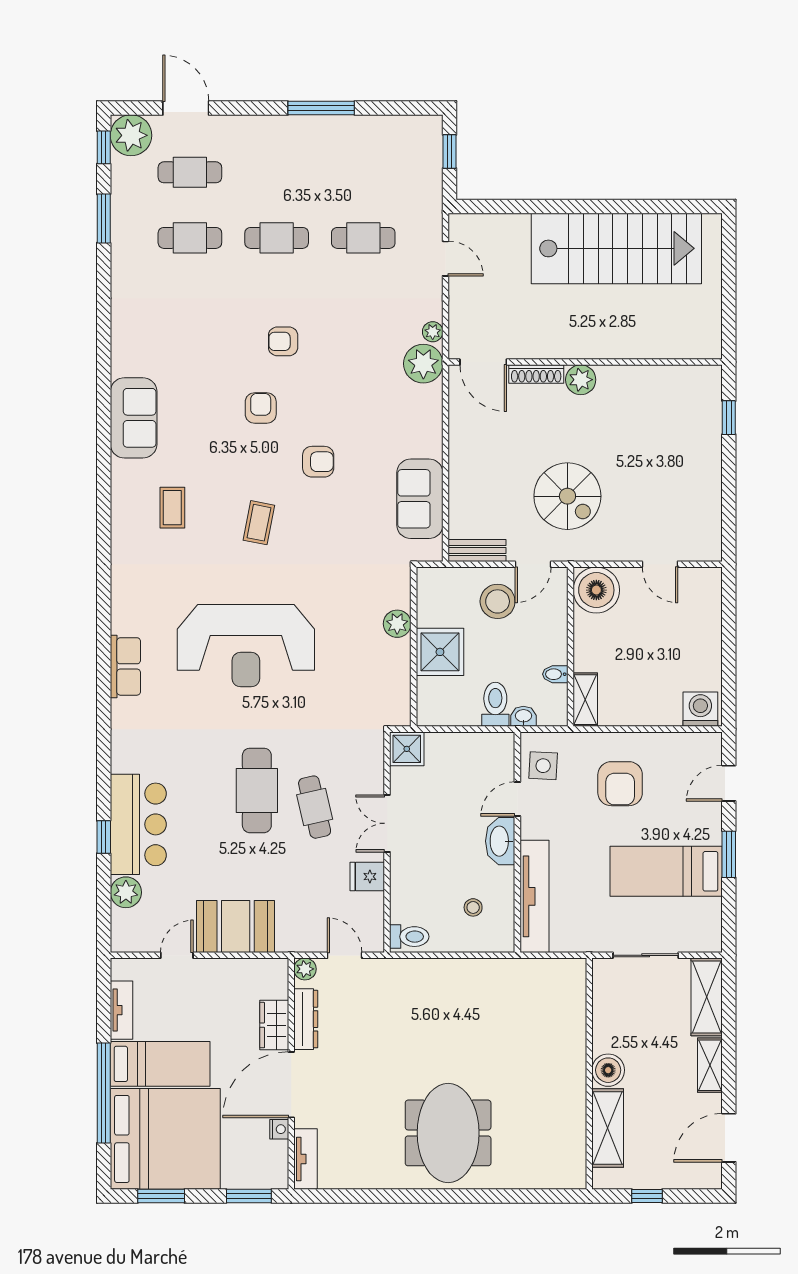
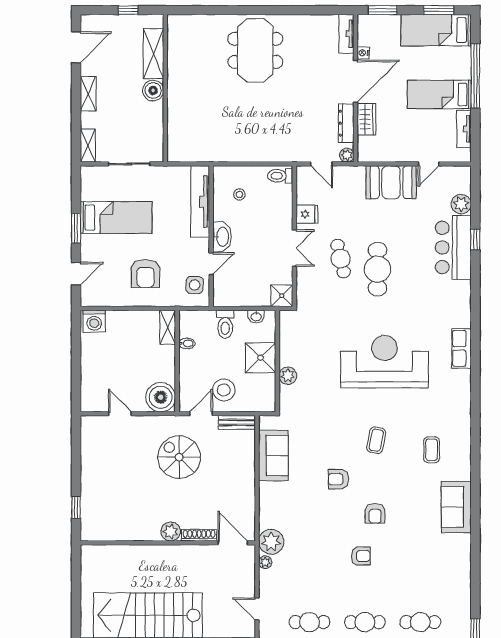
washbasin: (523, 716) -> (256, 316), moved
armchair: (620, 784) -> (145, 273), turned 180
shelving: (707, 997) -> (88, 146), width x0.67, depth x0.75
bed: (165, 1139) -> (436, 30), width x0.49

